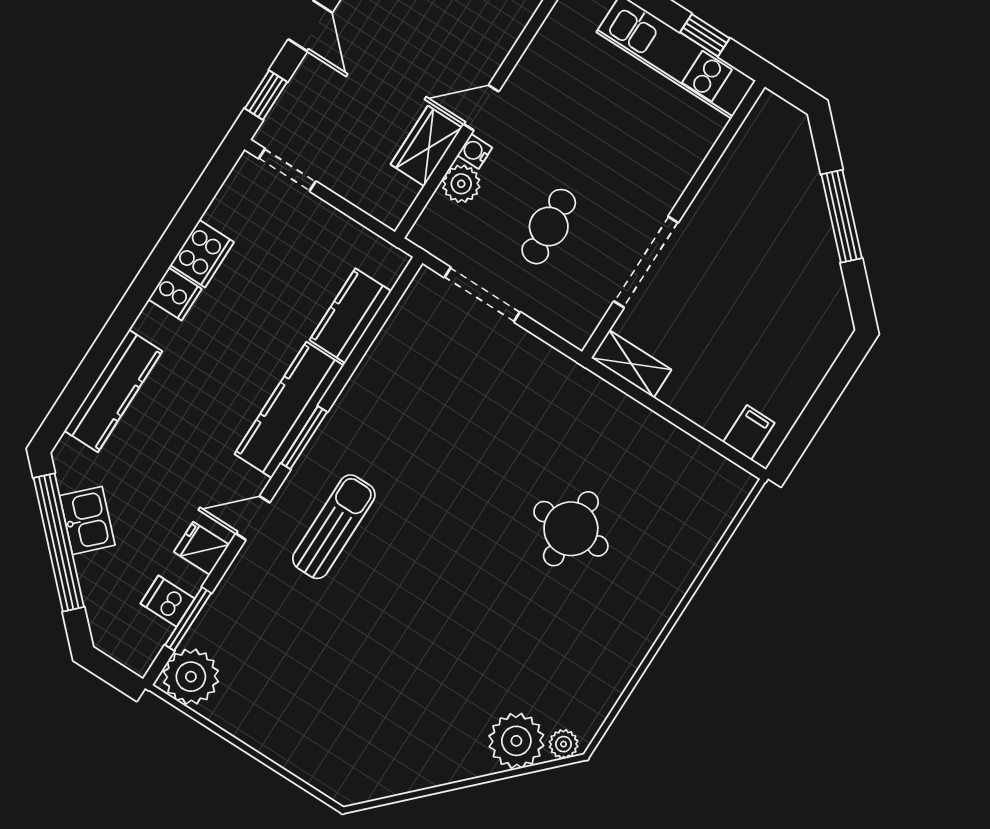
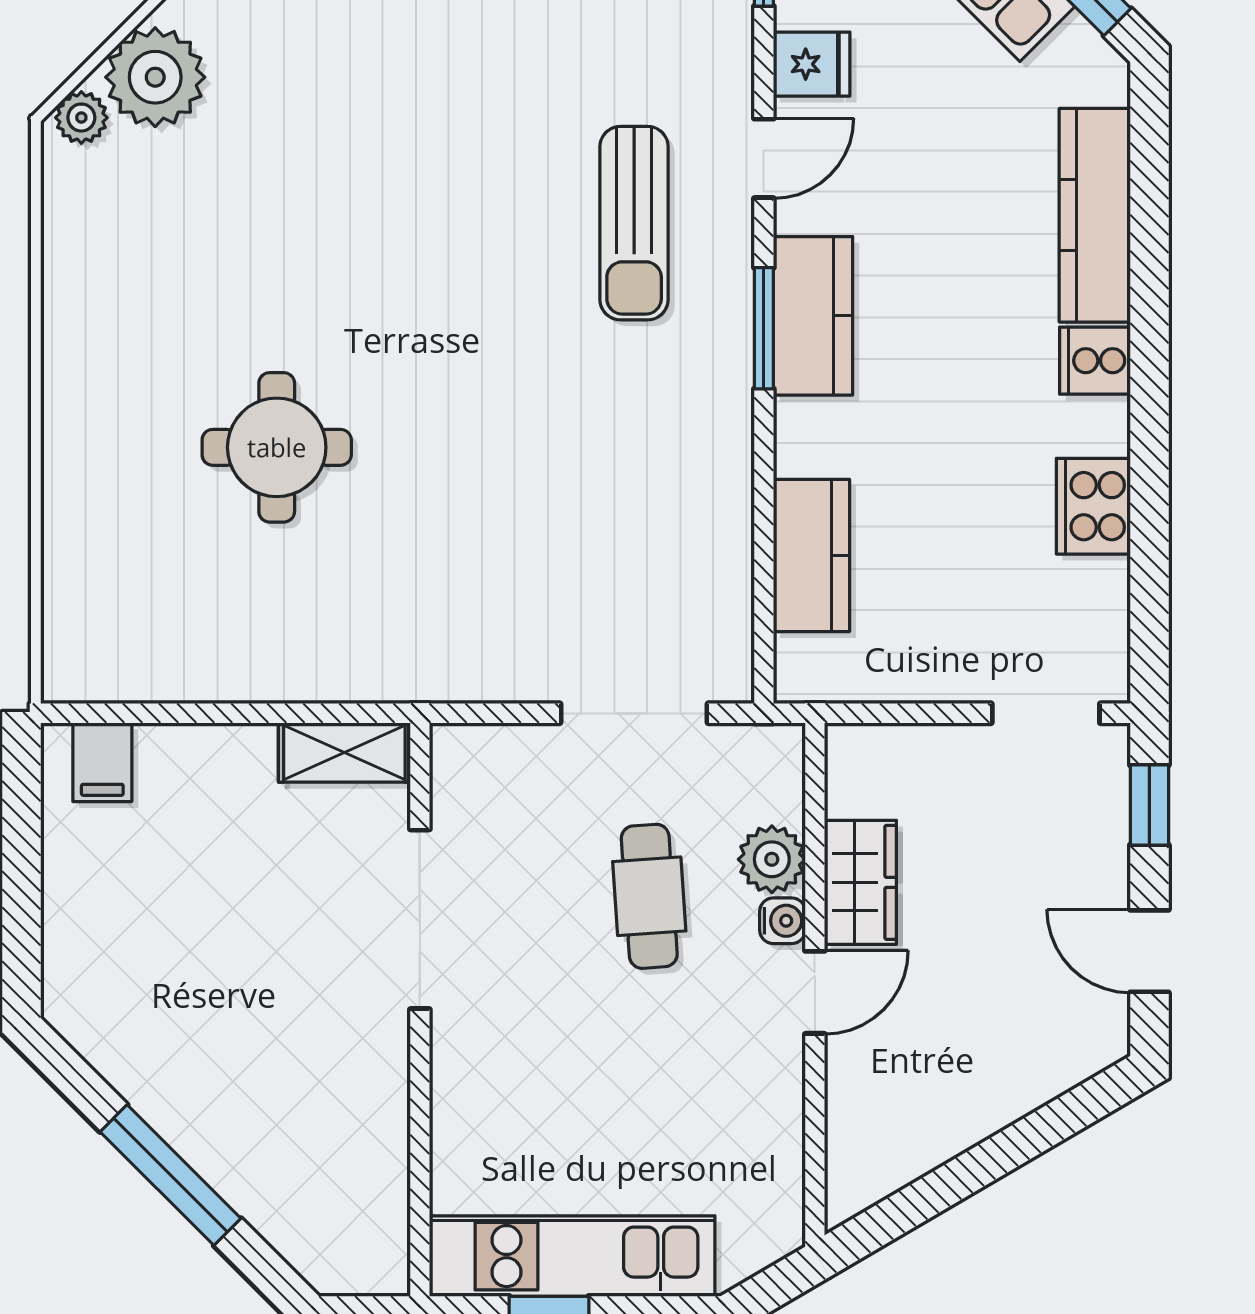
cafe table: (549, 227) -> (649, 896), moved
cooker: (175, 294) -> (1095, 361), moved
kitchen counter: (289, 410) -> (813, 316), width x0.67

